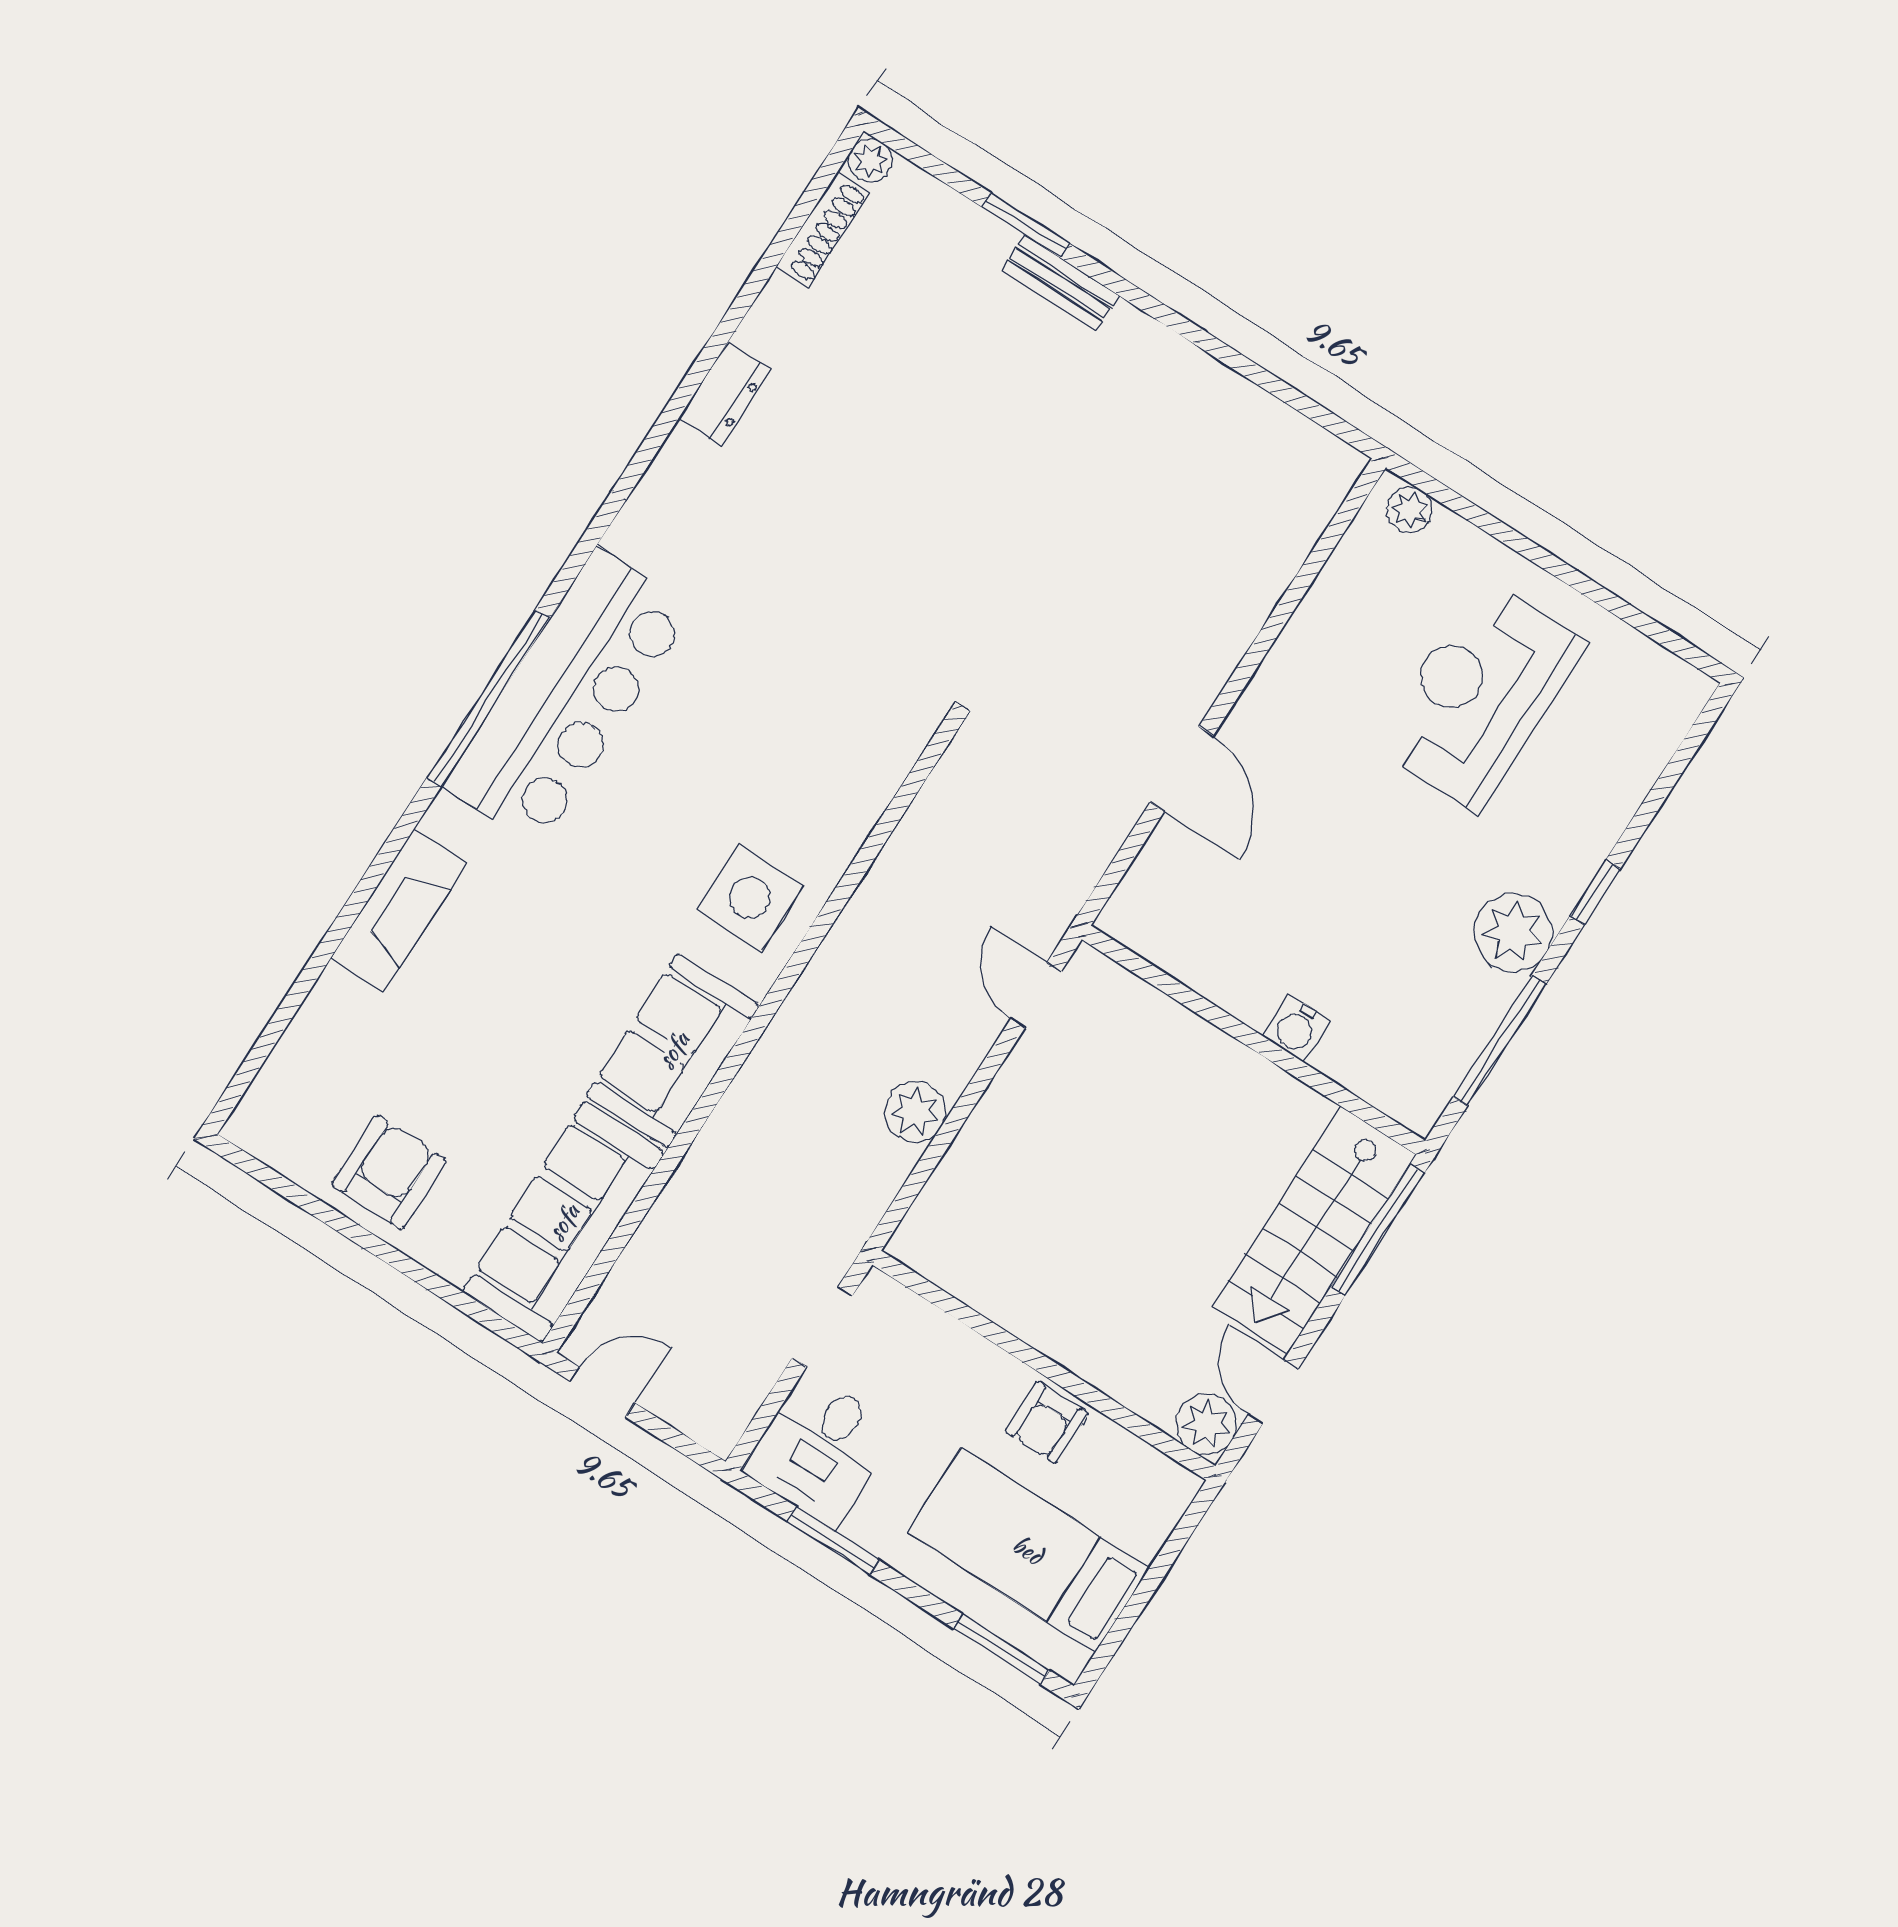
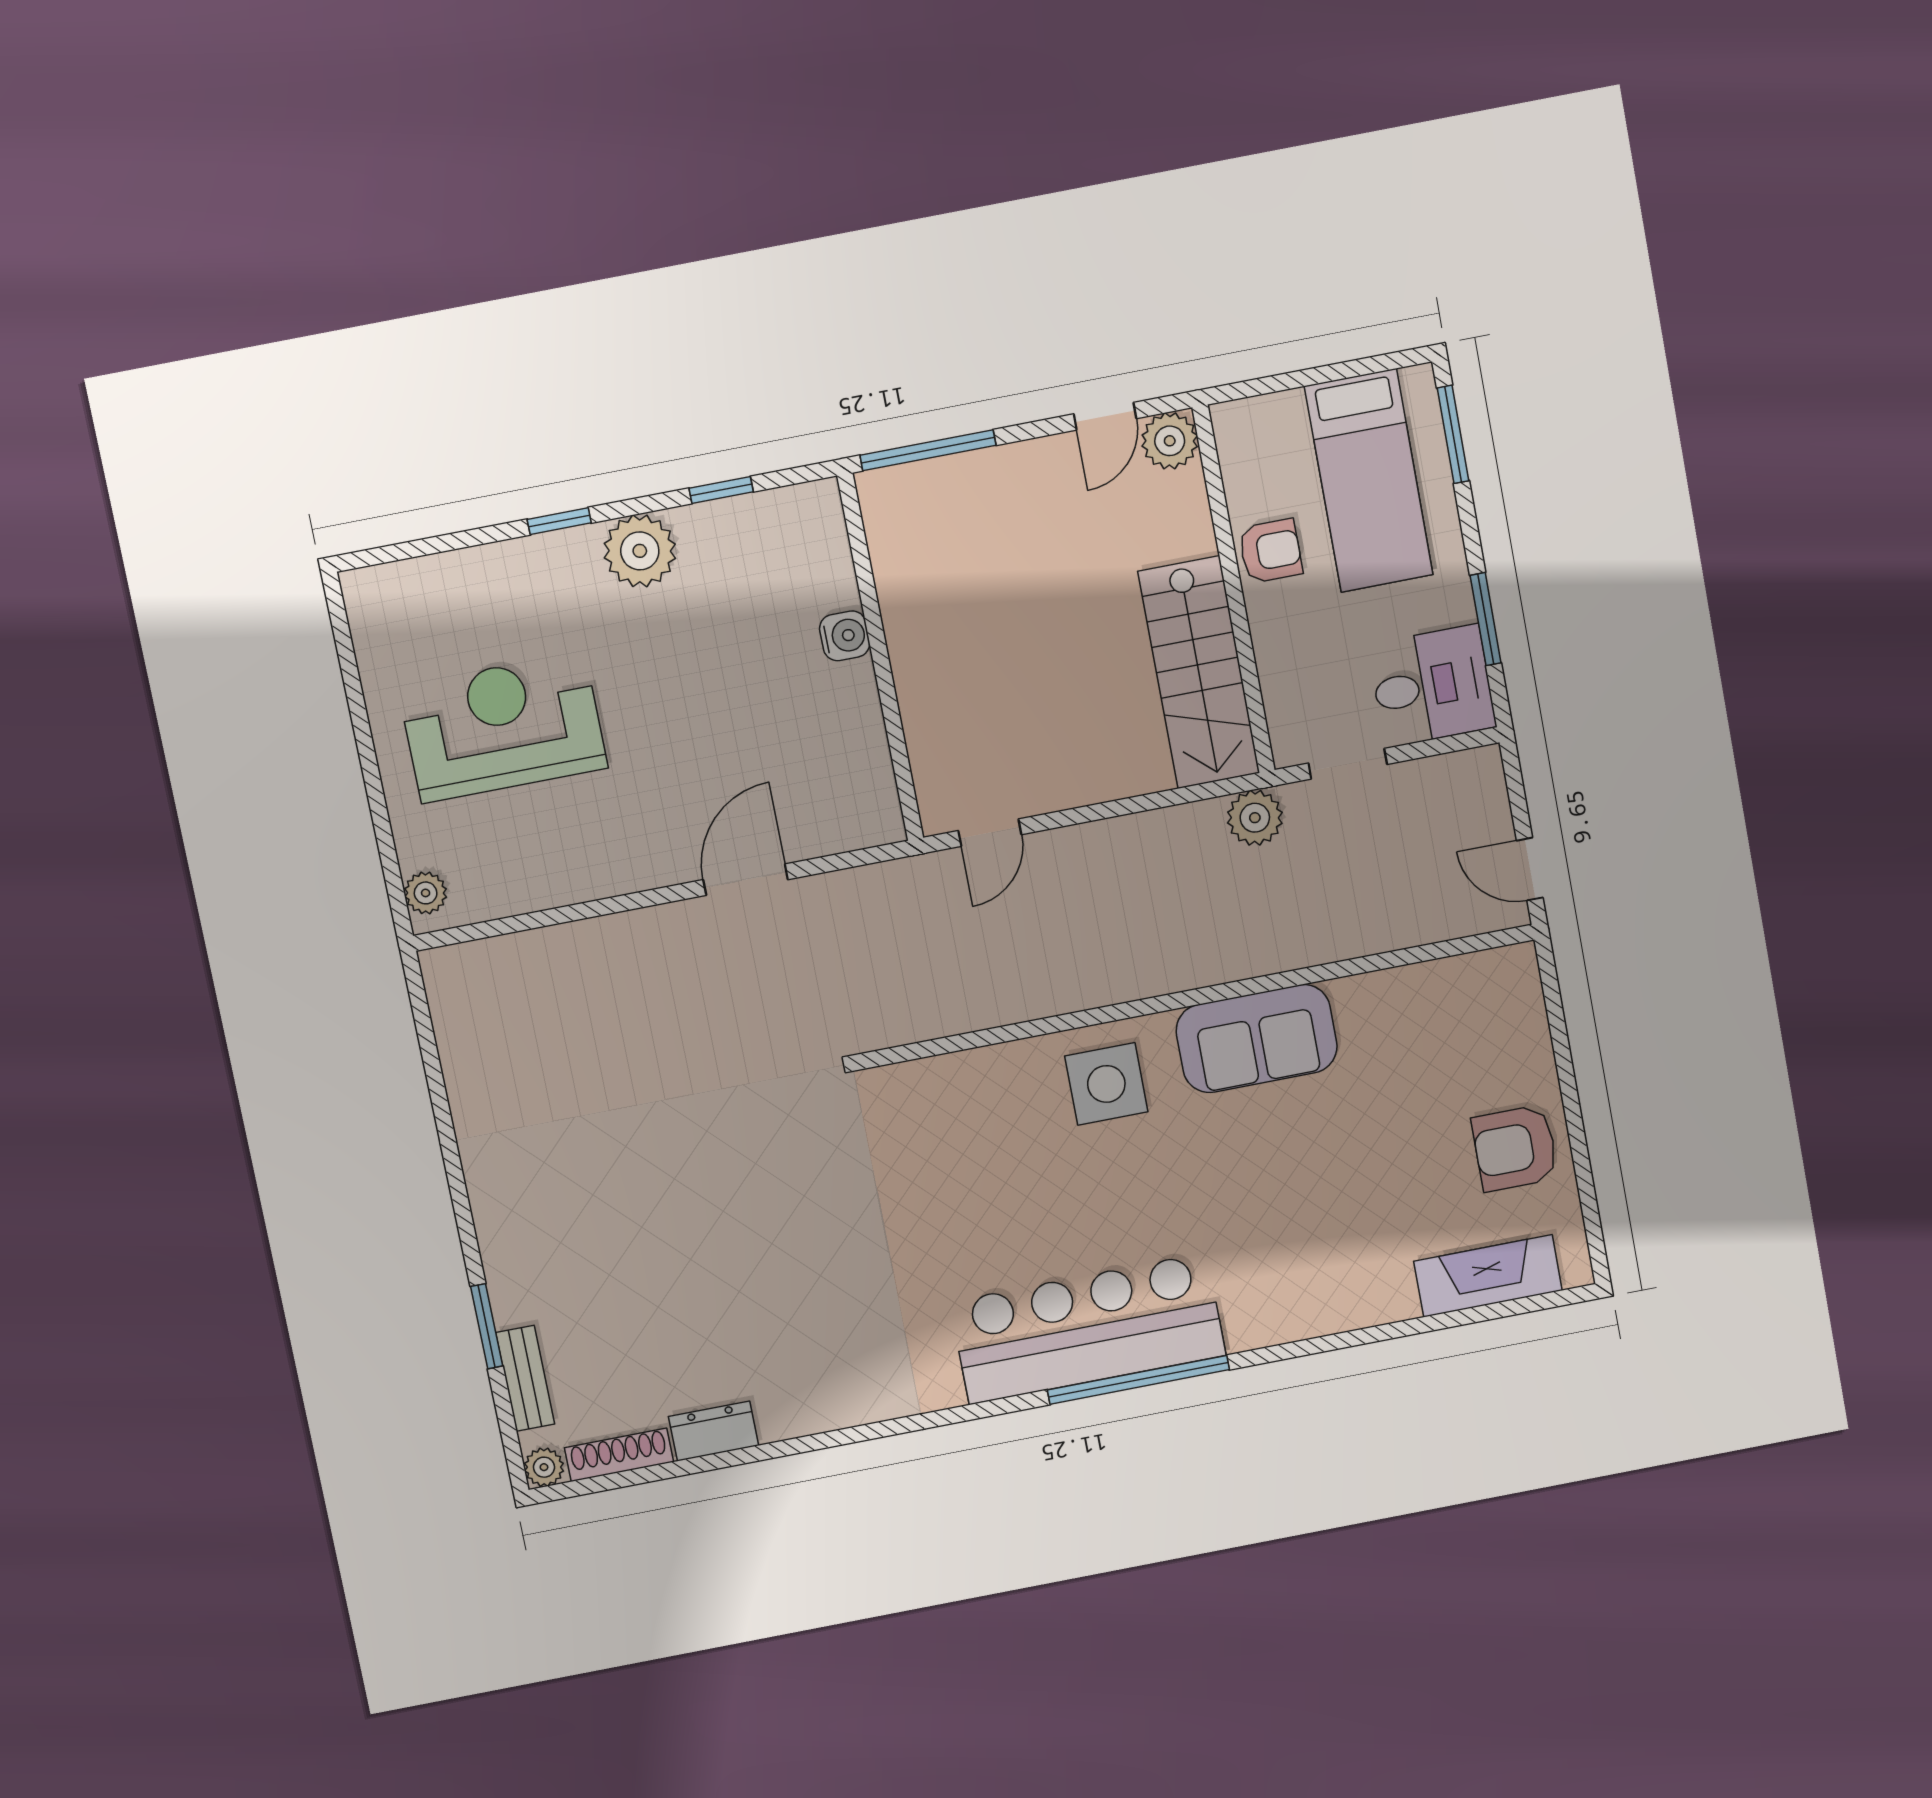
bench: (1060, 283) -> (525, 1378), moved
dresser: (724, 394) -> (713, 1431), moved
reception desk: (1480, 695) -> (503, 727), turned 180
fireplace: (398, 911) -> (1488, 1276), moved
window: (1500, 1040) -> (721, 490), width x0.46
plant: (915, 1112) -> (1255, 818), moved
sofa: (563, 1222) -> (1440, 1003), removed
stairs: (1314, 1230) -> (1199, 672), moved, turned 90

